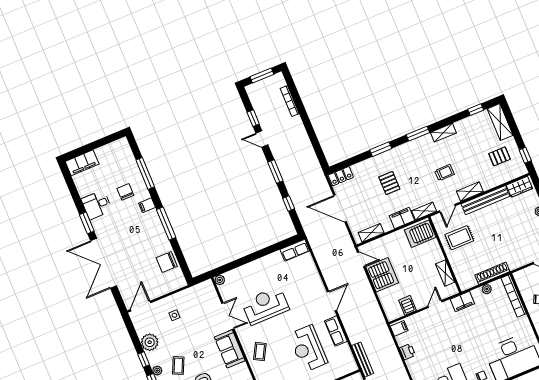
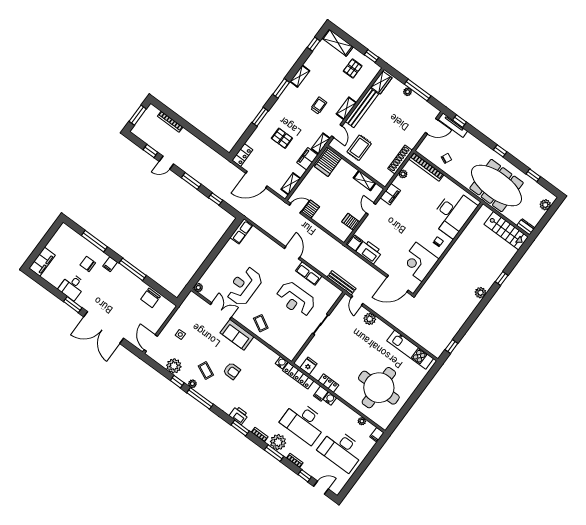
server rack: (382, 275) -> (311, 209), width x0.46, depth x0.70
printer: (407, 352) -> (369, 252), width x1.87, depth x1.48

